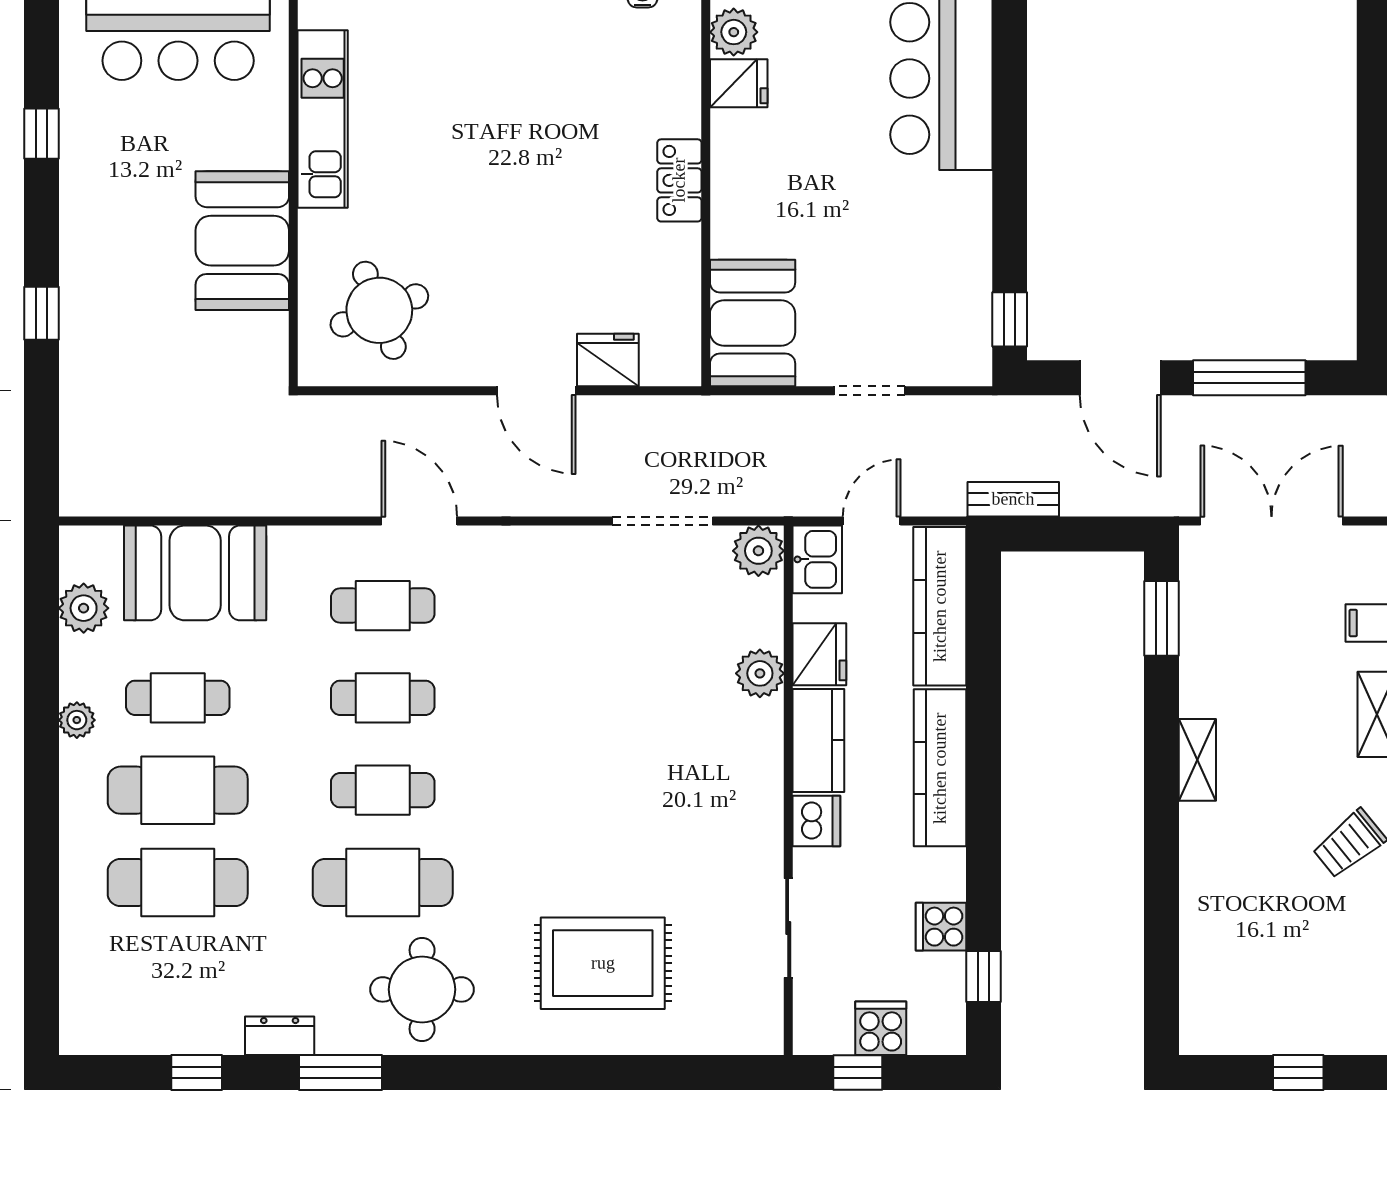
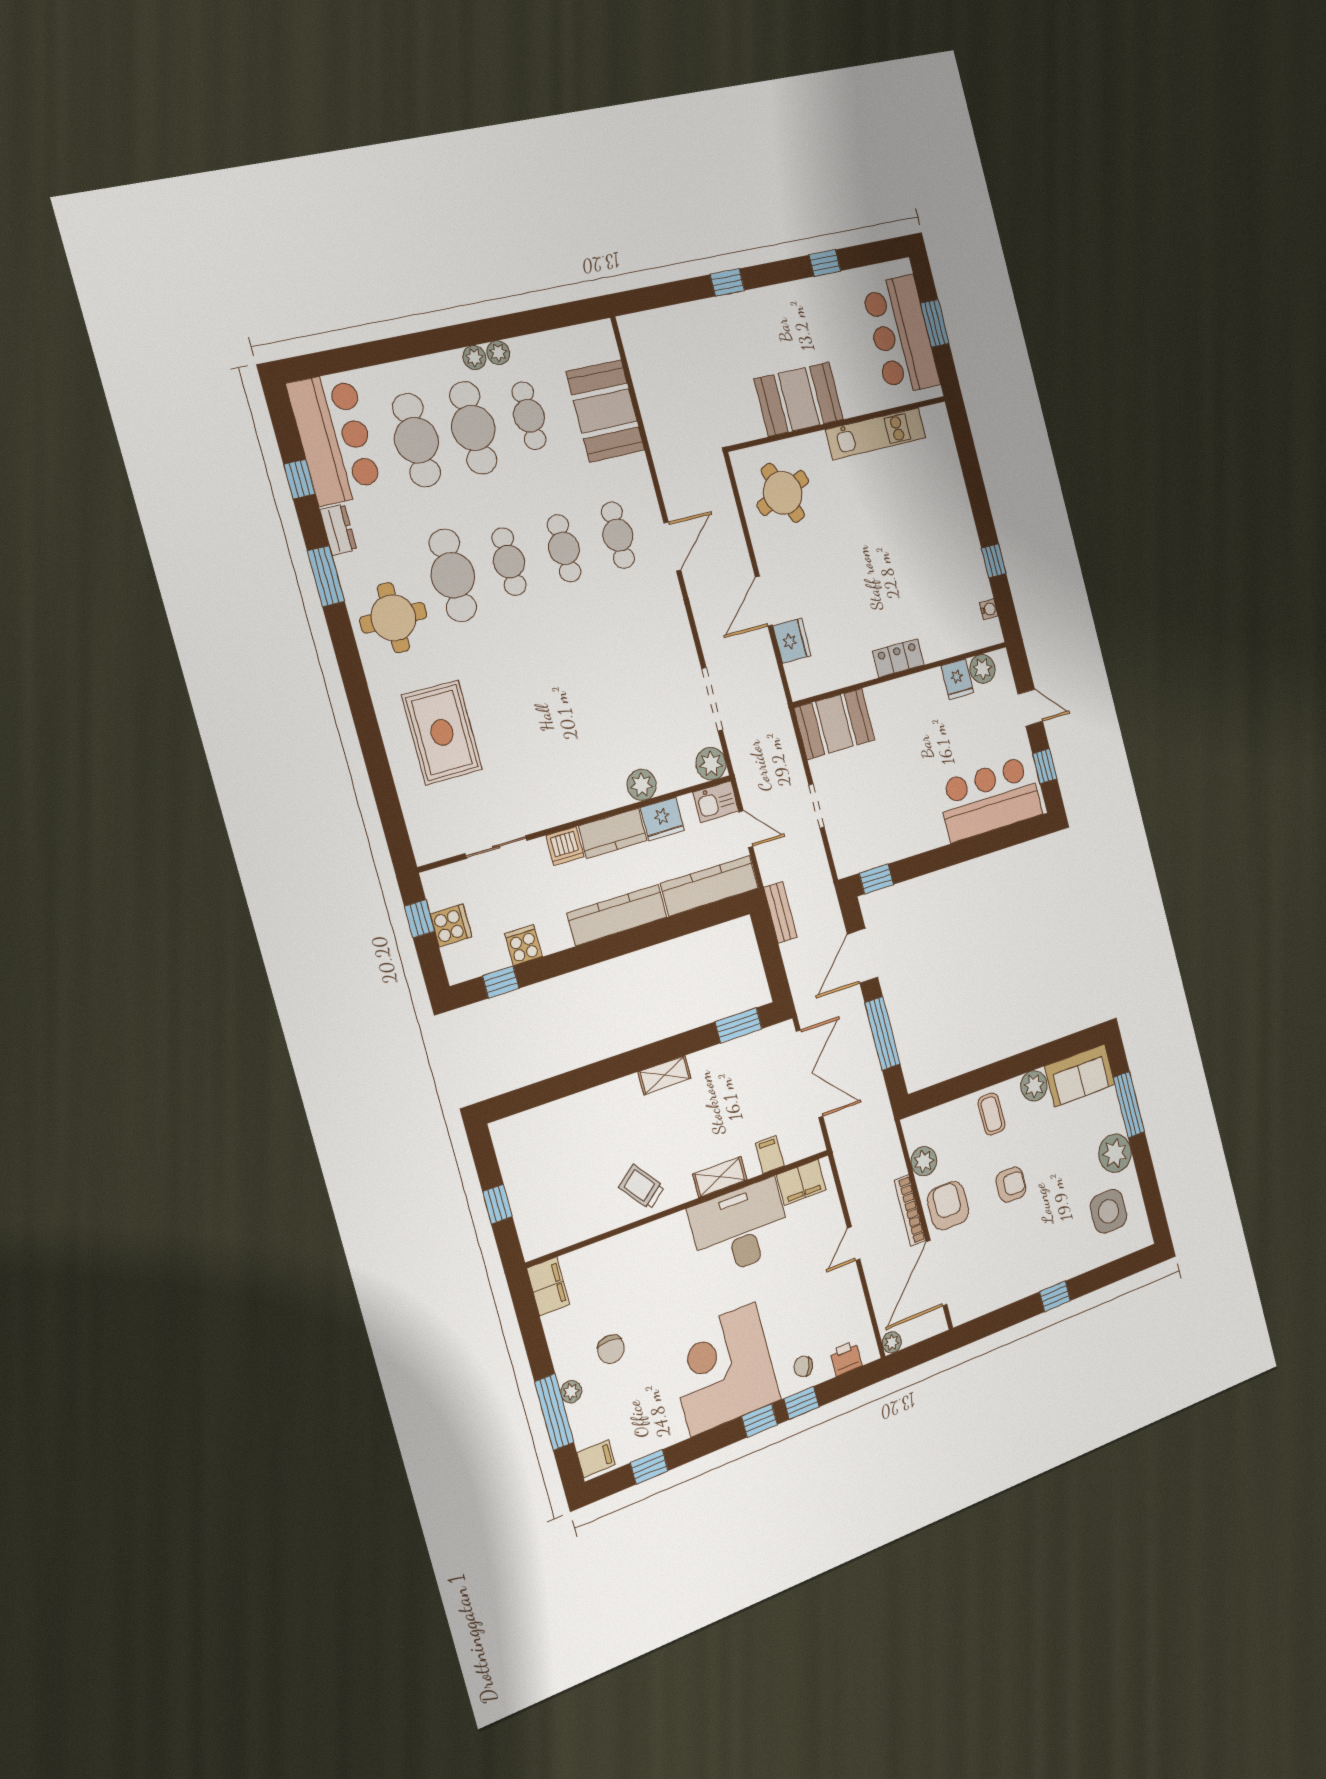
plant: (84, 608) -> (474, 358), moved, width x0.73, depth x0.73
bar counter: (150, 1004) -> (335, 438), added

